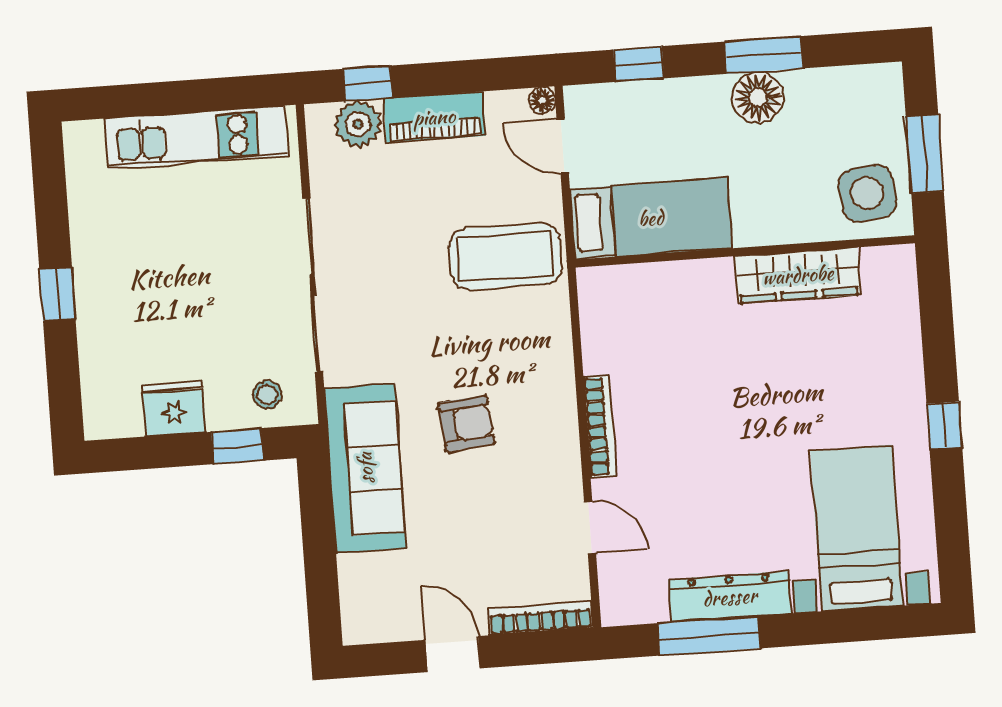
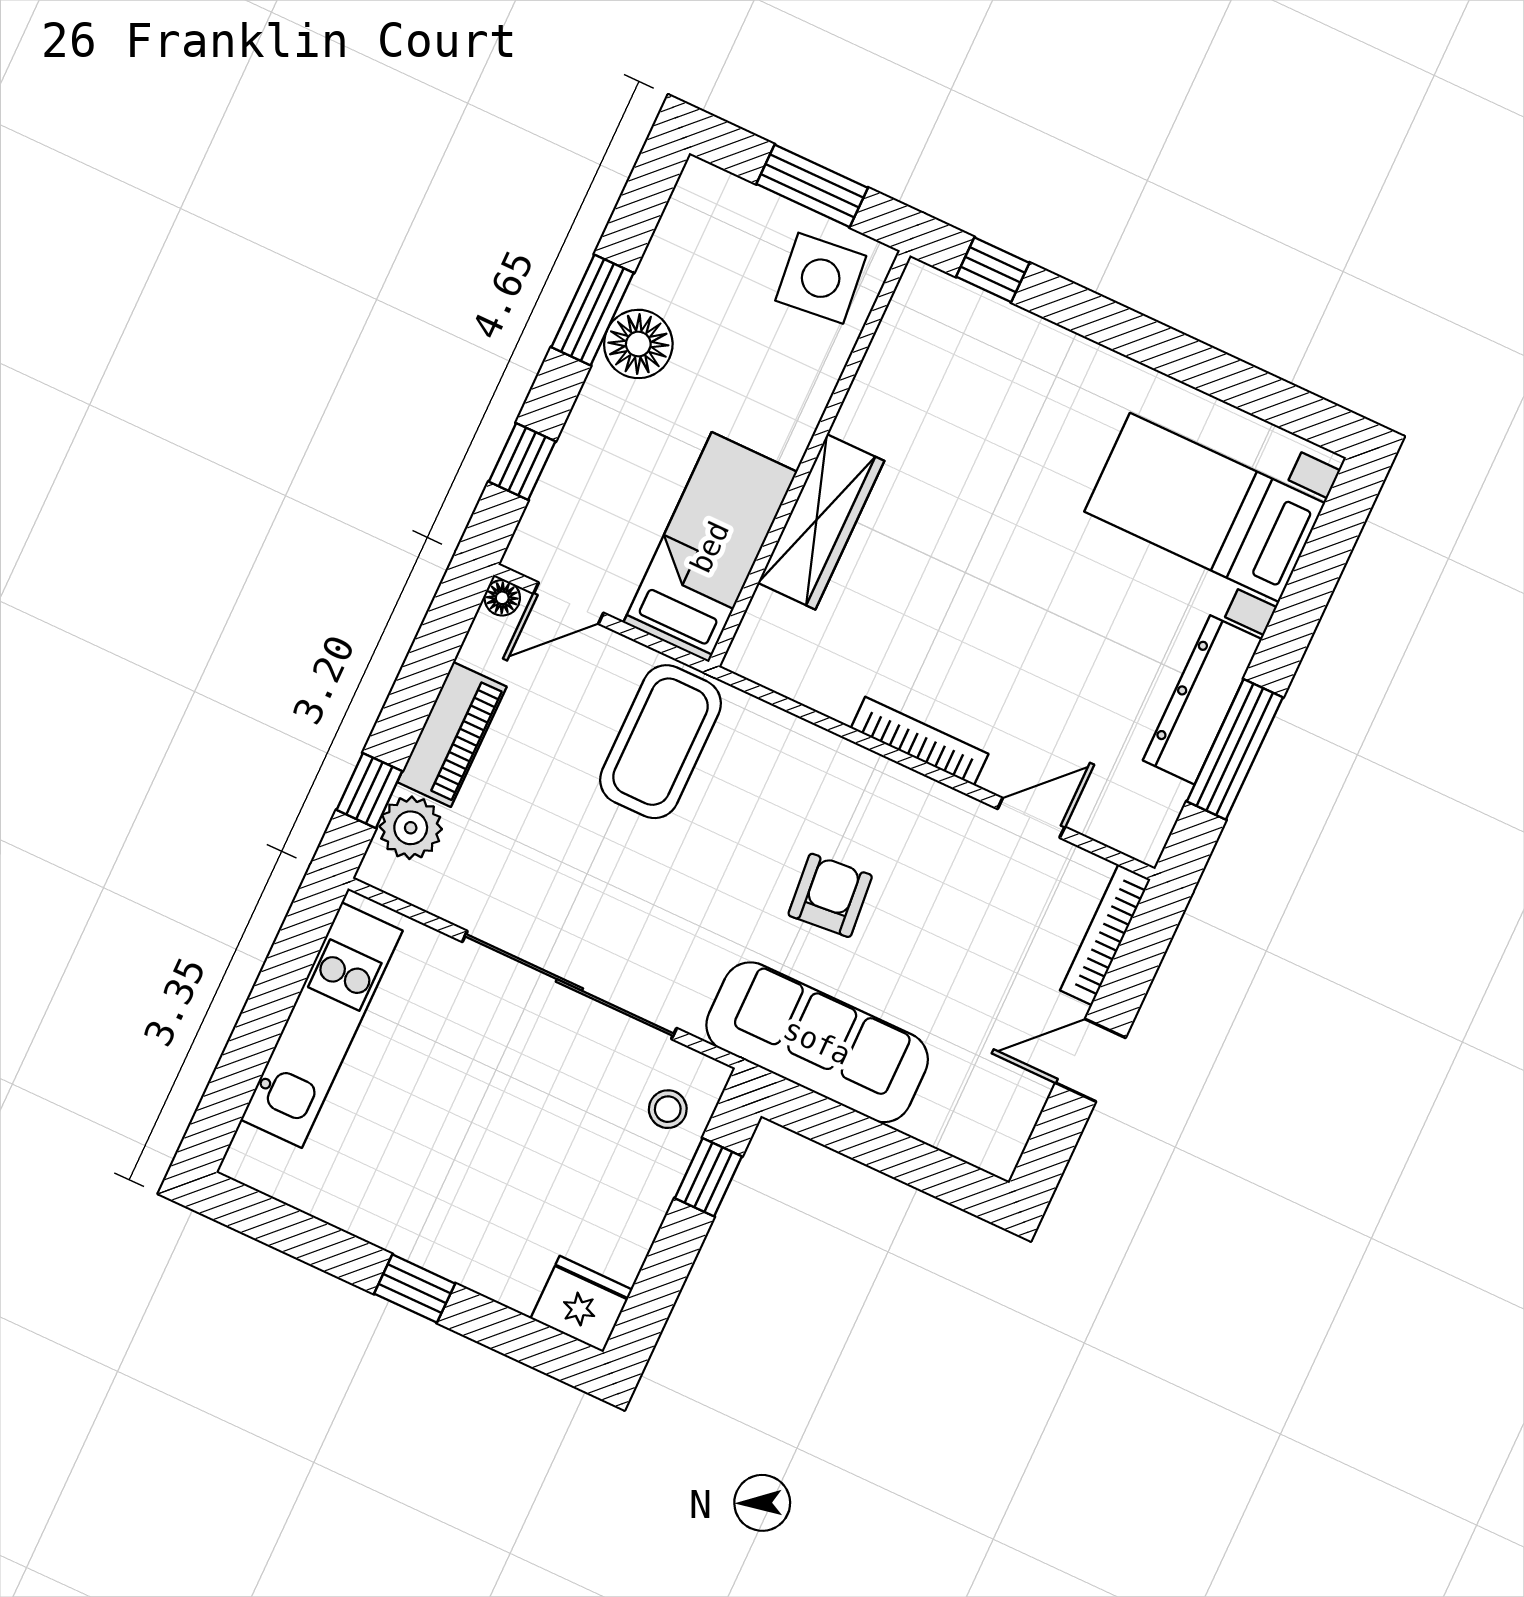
wardrobe: (798, 275) -> (821, 522), moved
fridge: (174, 408) -> (581, 1304), moved, turned 90
window: (944, 425) -> (993, 270), moved

